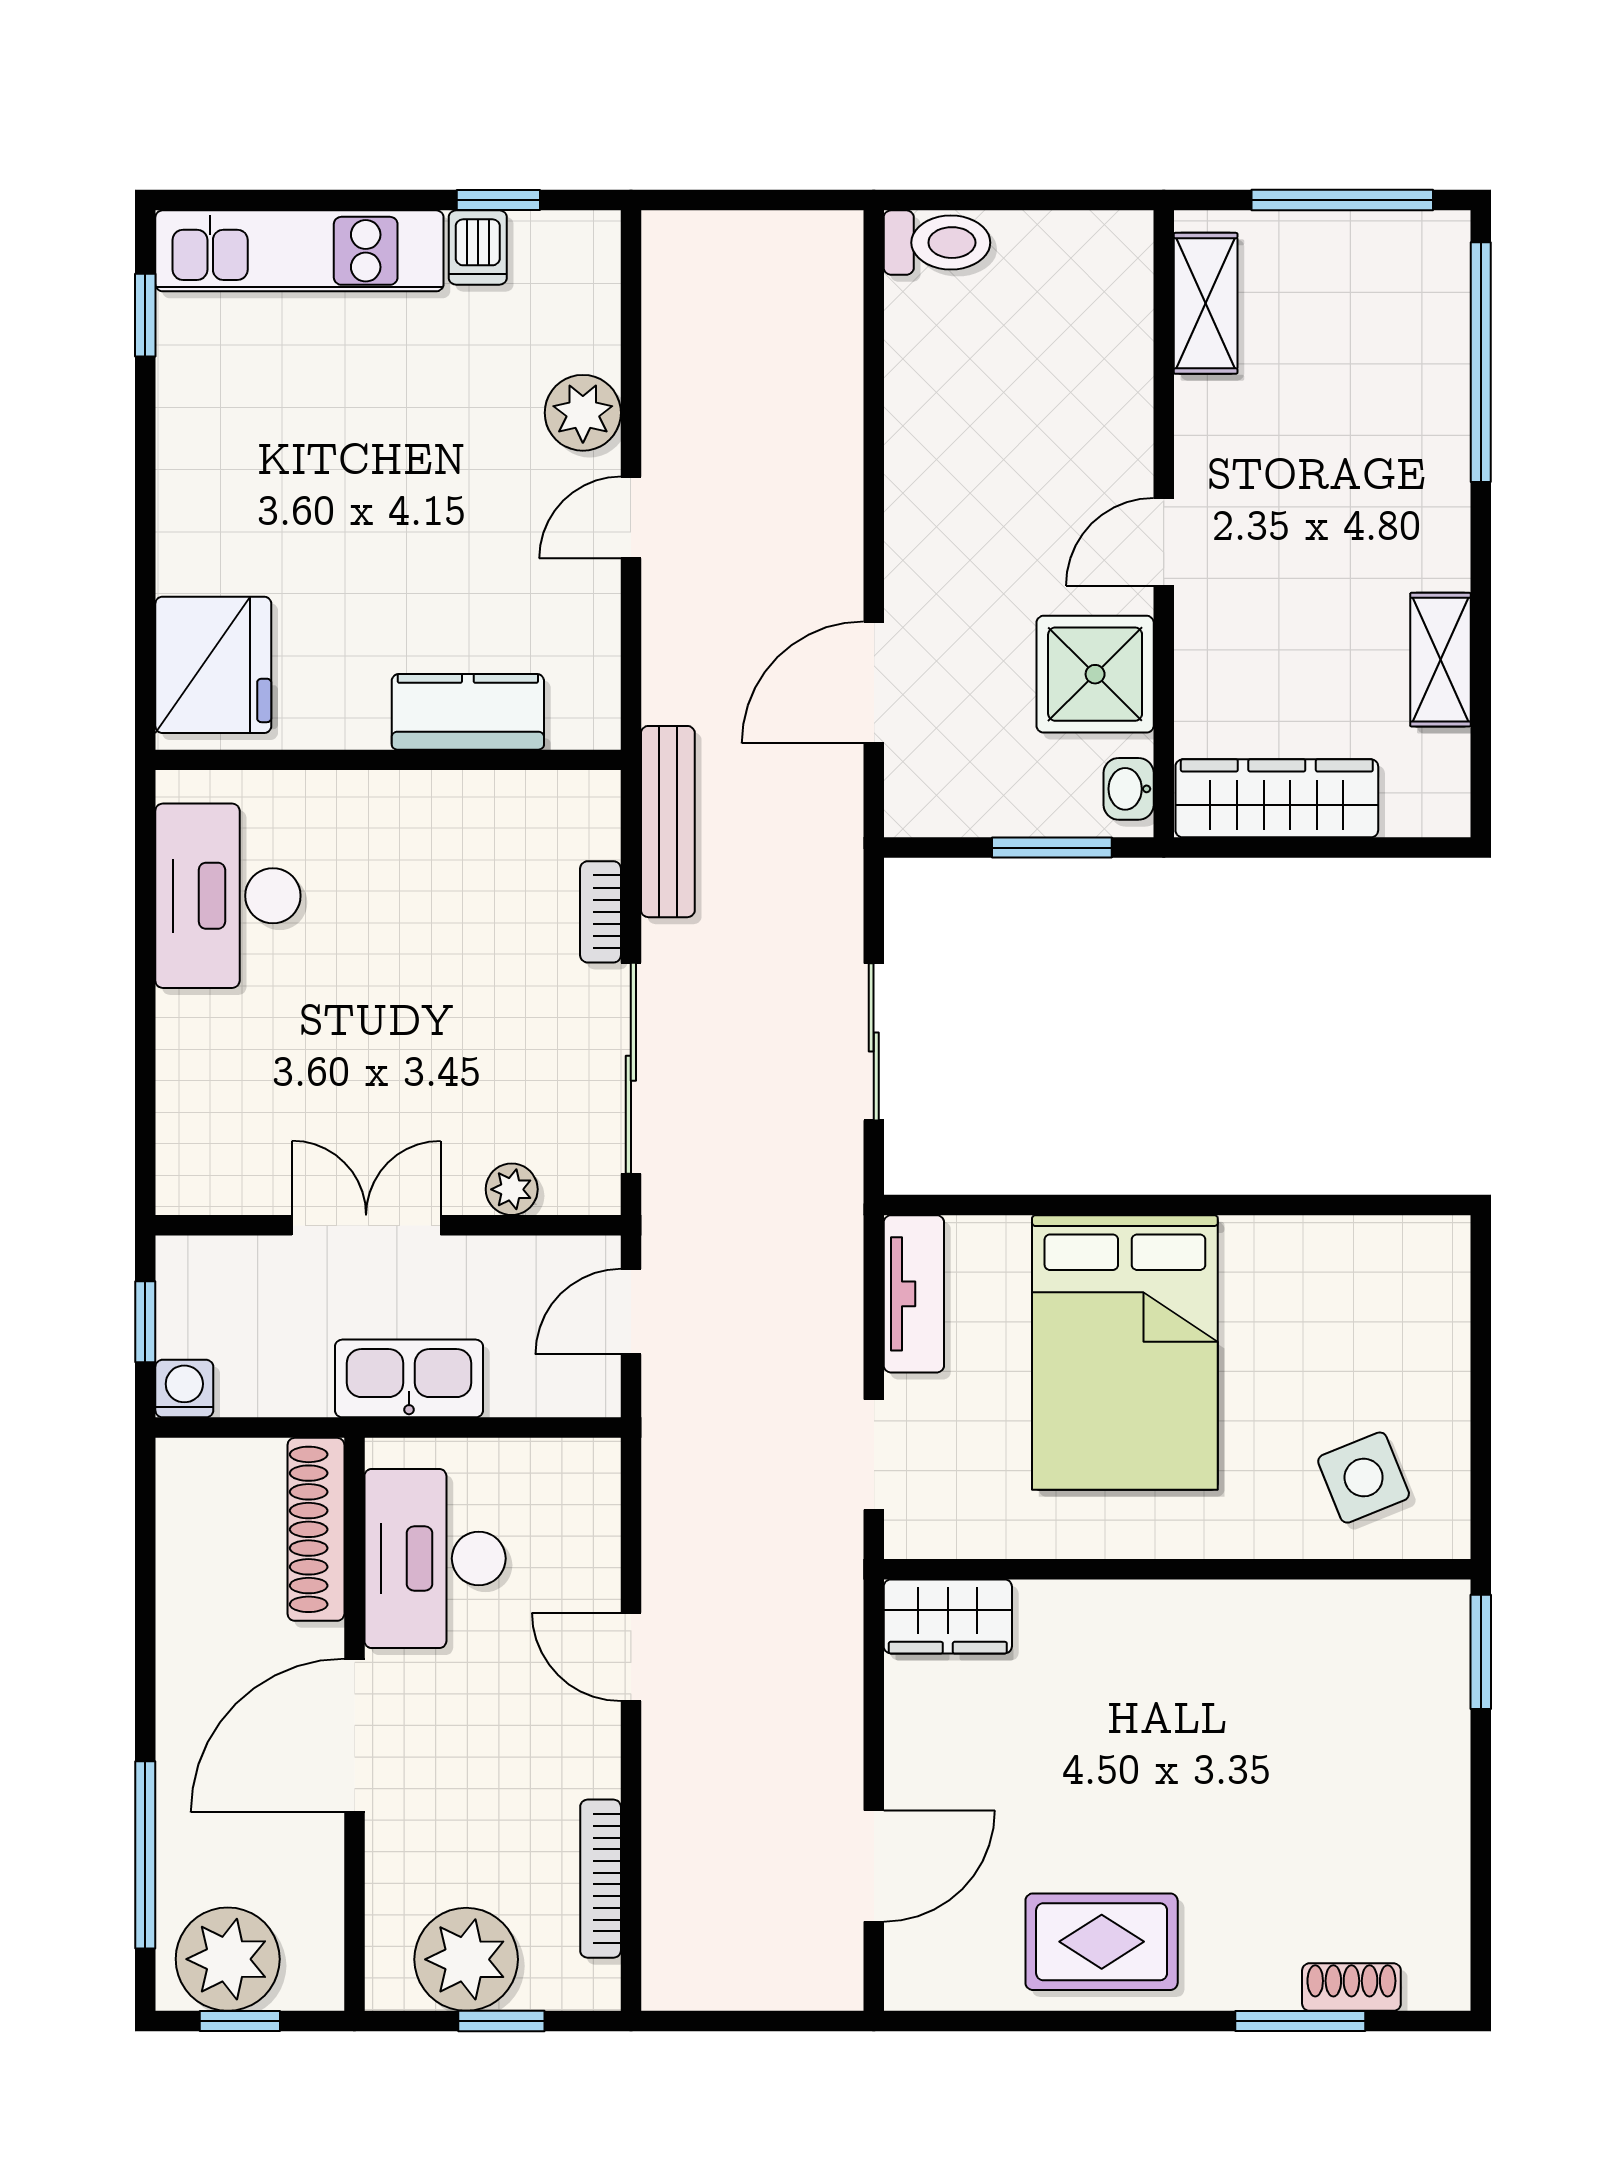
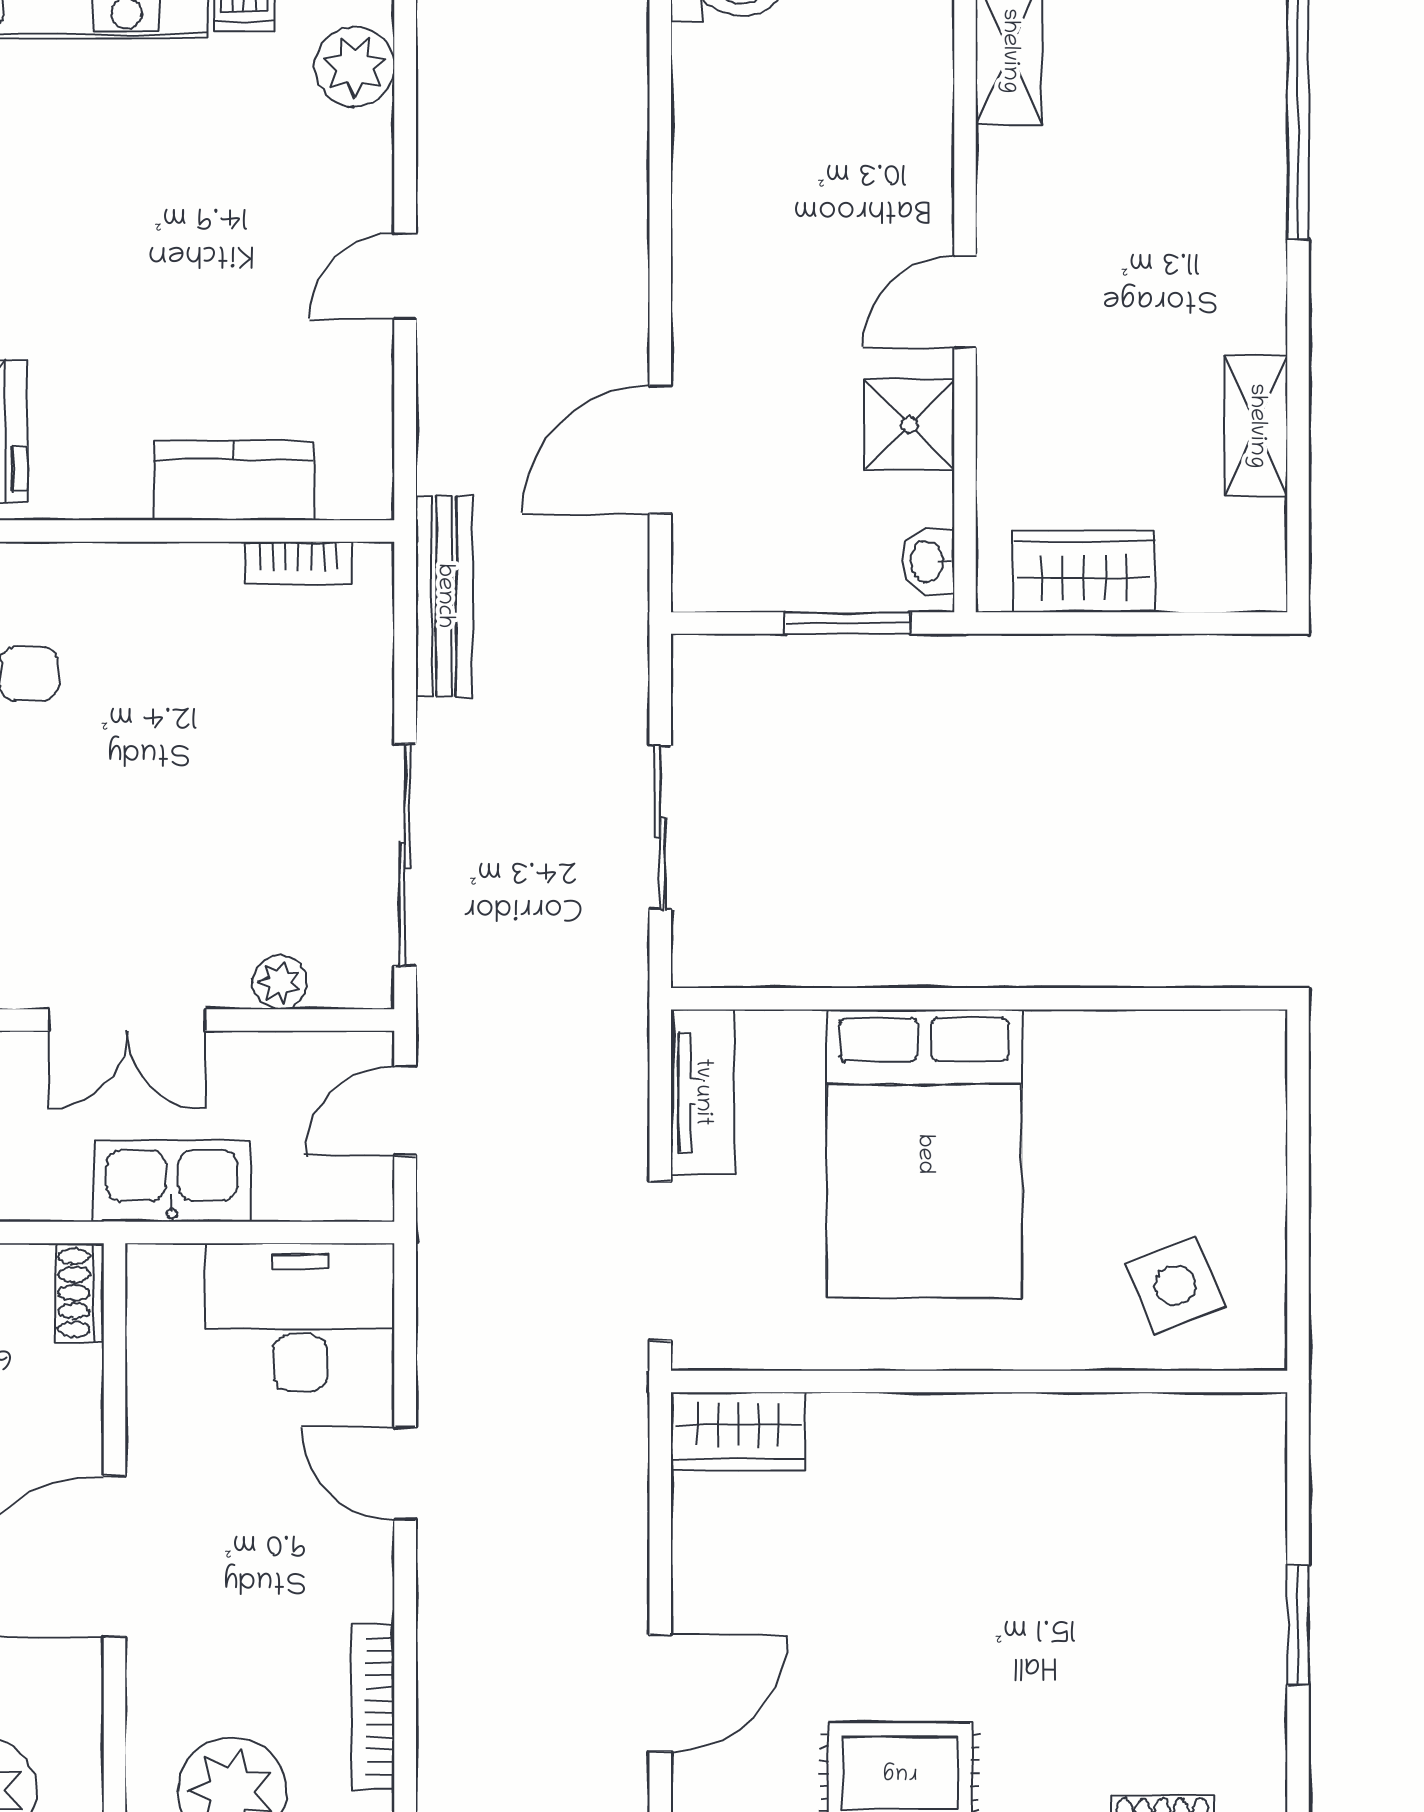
plant: (583, 413) -> (355, 67), moved
shower: (1095, 674) -> (909, 424), width x0.73, depth x0.73
wardrobe: (1277, 798) -> (1084, 571), width x0.67
bookcase: (601, 912) -> (298, 563), moved, turned -90
double door: (366, 1225) -> (127, 1020), swing flipped
doorway: (874, 1455) -> (660, 1261), width x1.38
shoe rack: (316, 1529) -> (80, 1293), width x0.51, depth x0.81
desk: (435, 1558) -> (300, 1317), moved, turned 90
window: (1481, 1652) -> (1298, 1625), moved

